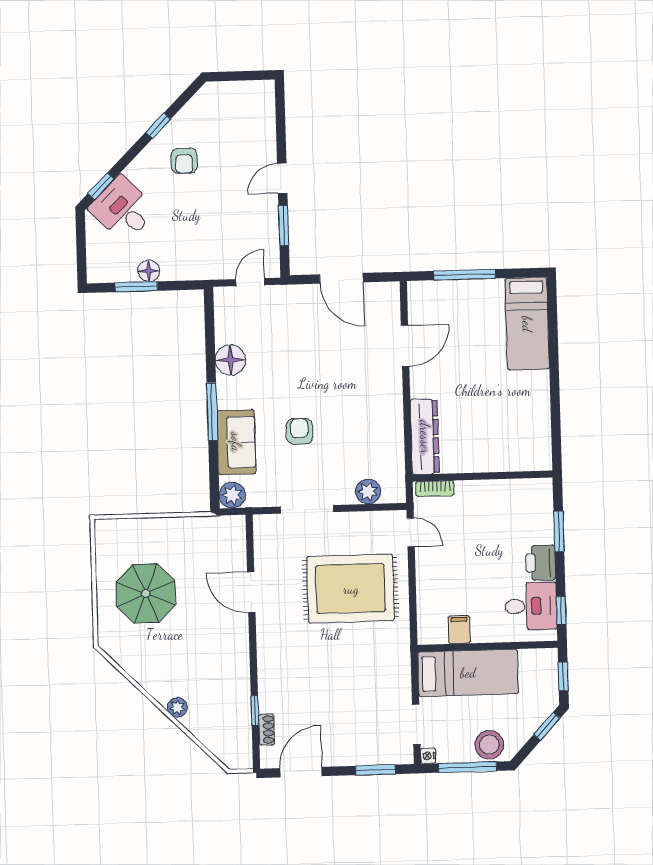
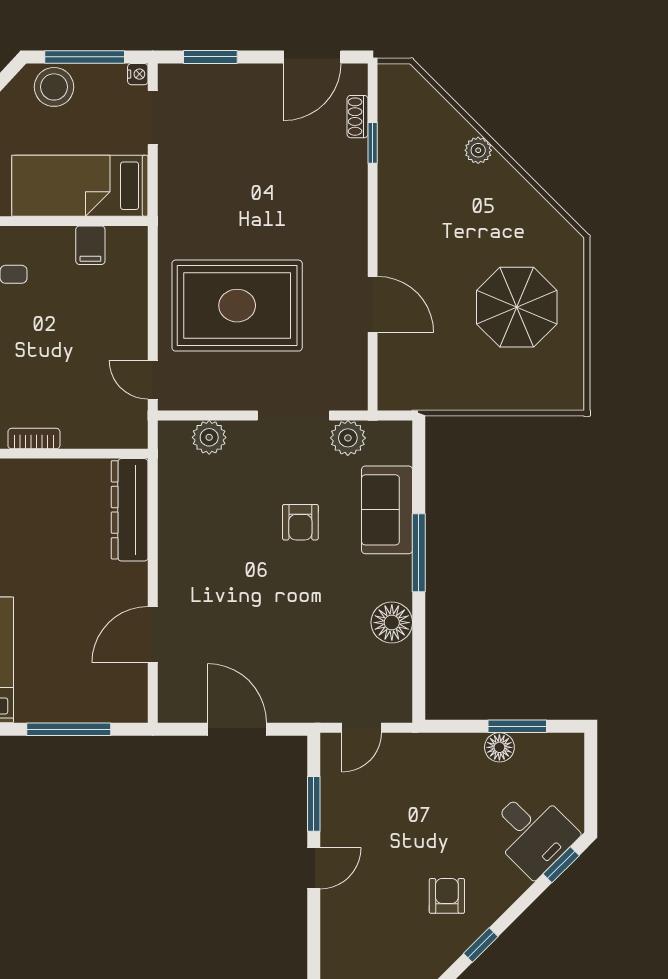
bookcase: (435, 489) -> (34, 439), moved
plant: (232, 495) -> (348, 438), moved

